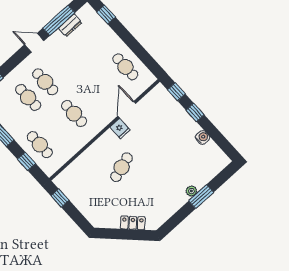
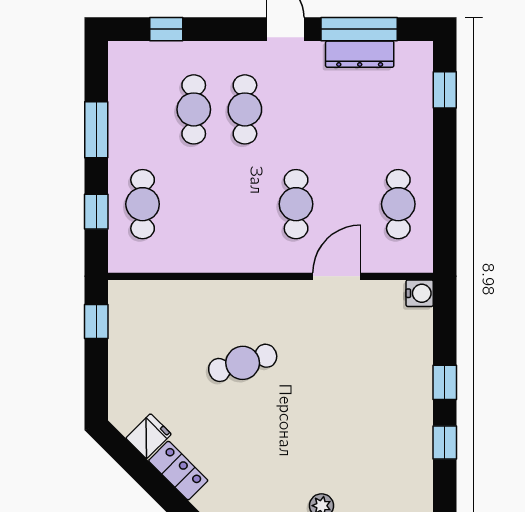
dresser: (70, 25) -> (360, 54), width x1.44
window: (176, 92) -> (445, 442), moved
cafe table: (74, 114) -> (296, 204), moved
fridge: (120, 129) -> (149, 436), moved, turned -135
water cooler: (203, 137) -> (420, 293), moved

